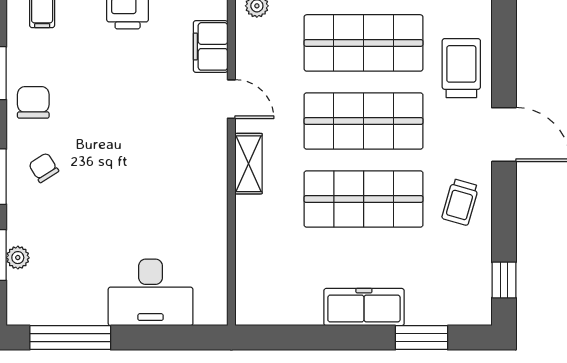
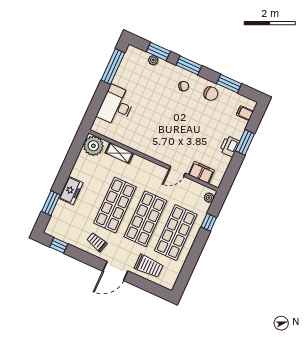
shelving: (249, 164) -> (119, 153), moved
plant: (258, 302) -> (93, 146), added
freezer: (364, 307) -> (71, 191), width x0.71

